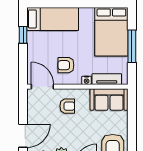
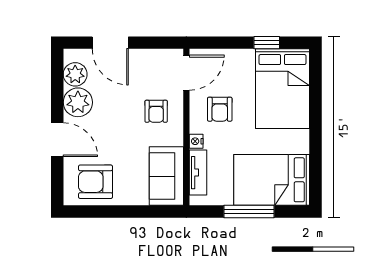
bed: (53, 19) -> (282, 89), width x1.50
armchair: (66, 65) -> (220, 109), turned 180

